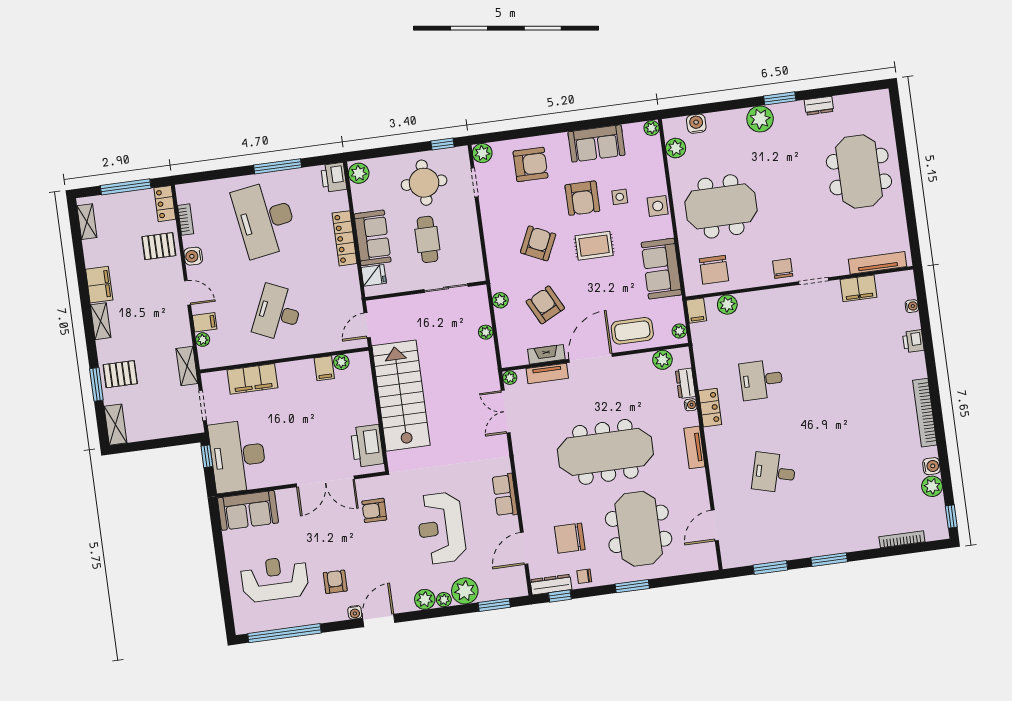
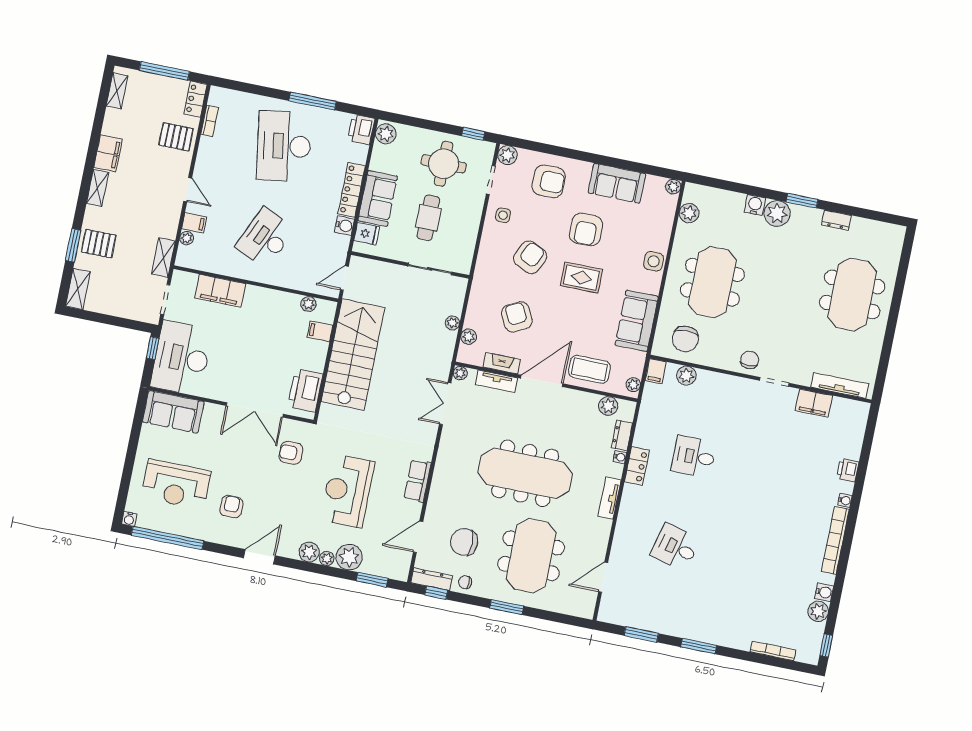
water cooler: (696, 124) -> (755, 205), moved
side table: (620, 197) -> (503, 215), moved
meeting table: (721, 206) -> (712, 282), turned 90
water cooler: (193, 256) -> (344, 226), moved, turned 180
plant: (500, 300) -> (469, 337), moved
water cooler: (912, 306) -> (845, 501), moved
filing cabinet: (324, 368) -> (320, 331), moved, turned 90
reception desk: (275, 579) -> (176, 484), turned 180
water cooler: (355, 612) -> (129, 519), moved

